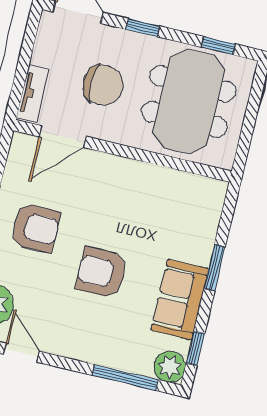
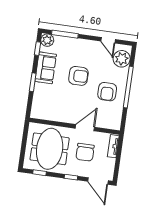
chair: (103, 85) -> (85, 152), turned -90
door: (63, 136) -> (85, 128), moved
armchair: (35, 228) -> (107, 92), turned -90

